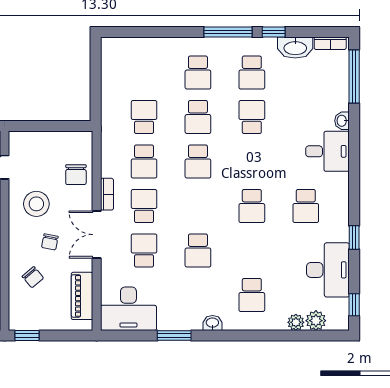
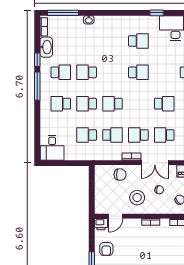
school desk: (198, 73) -> (61, 104), turned 180
school desk: (198, 117) -> (87, 104), turned 180
desk: (328, 151) -> (52, 148), moved, turned 180
school desk: (198, 162) -> (112, 104), turned 180

